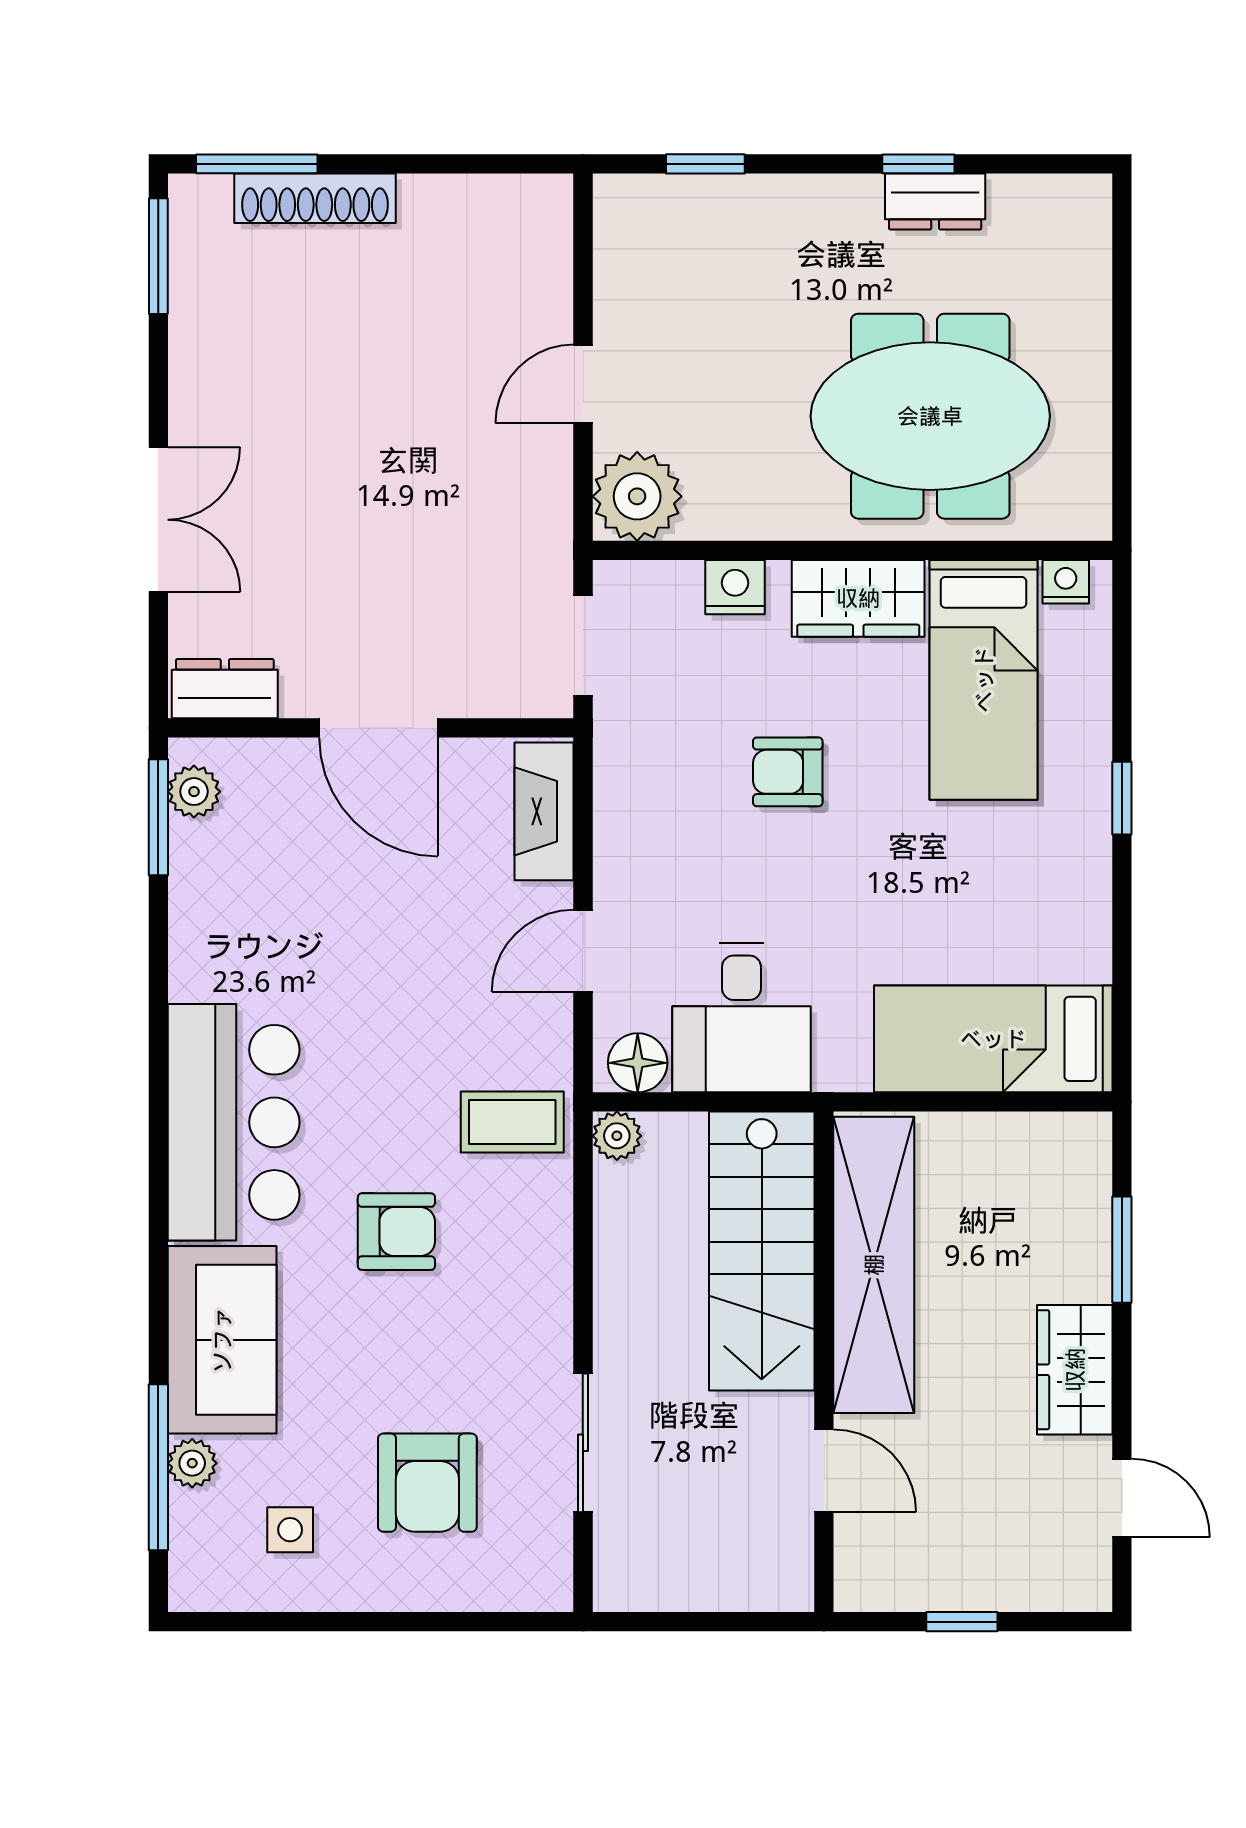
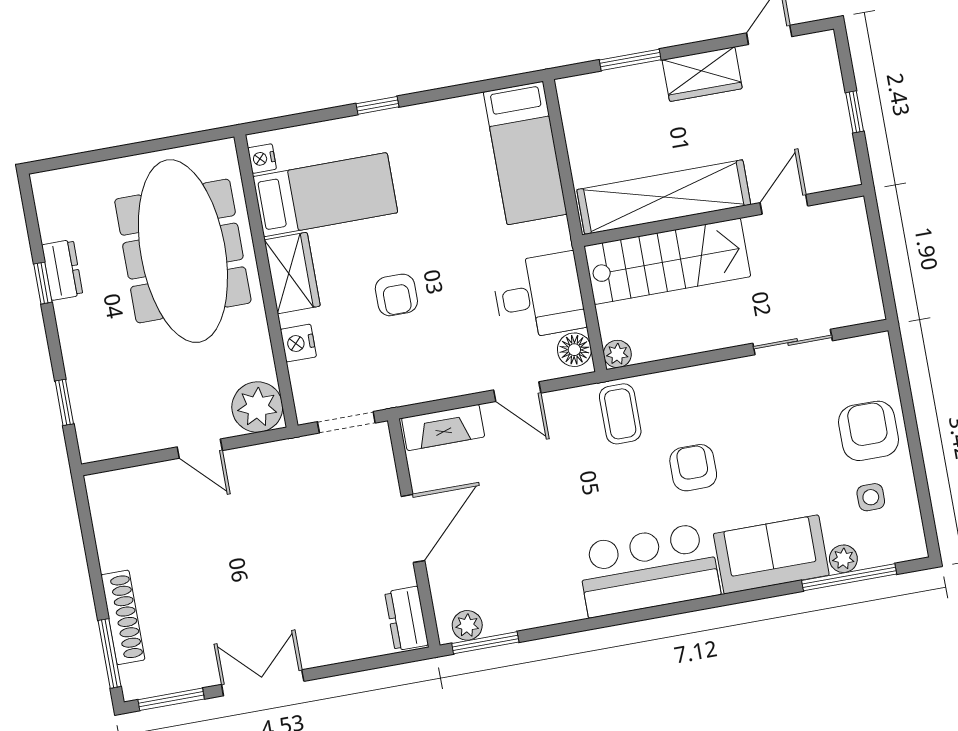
meeting table: (930, 416) -> (183, 251), width x1.36
double door: (158, 520) -> (263, 683), moved
armchair: (427, 1483) -> (869, 431), moved, turned -90

